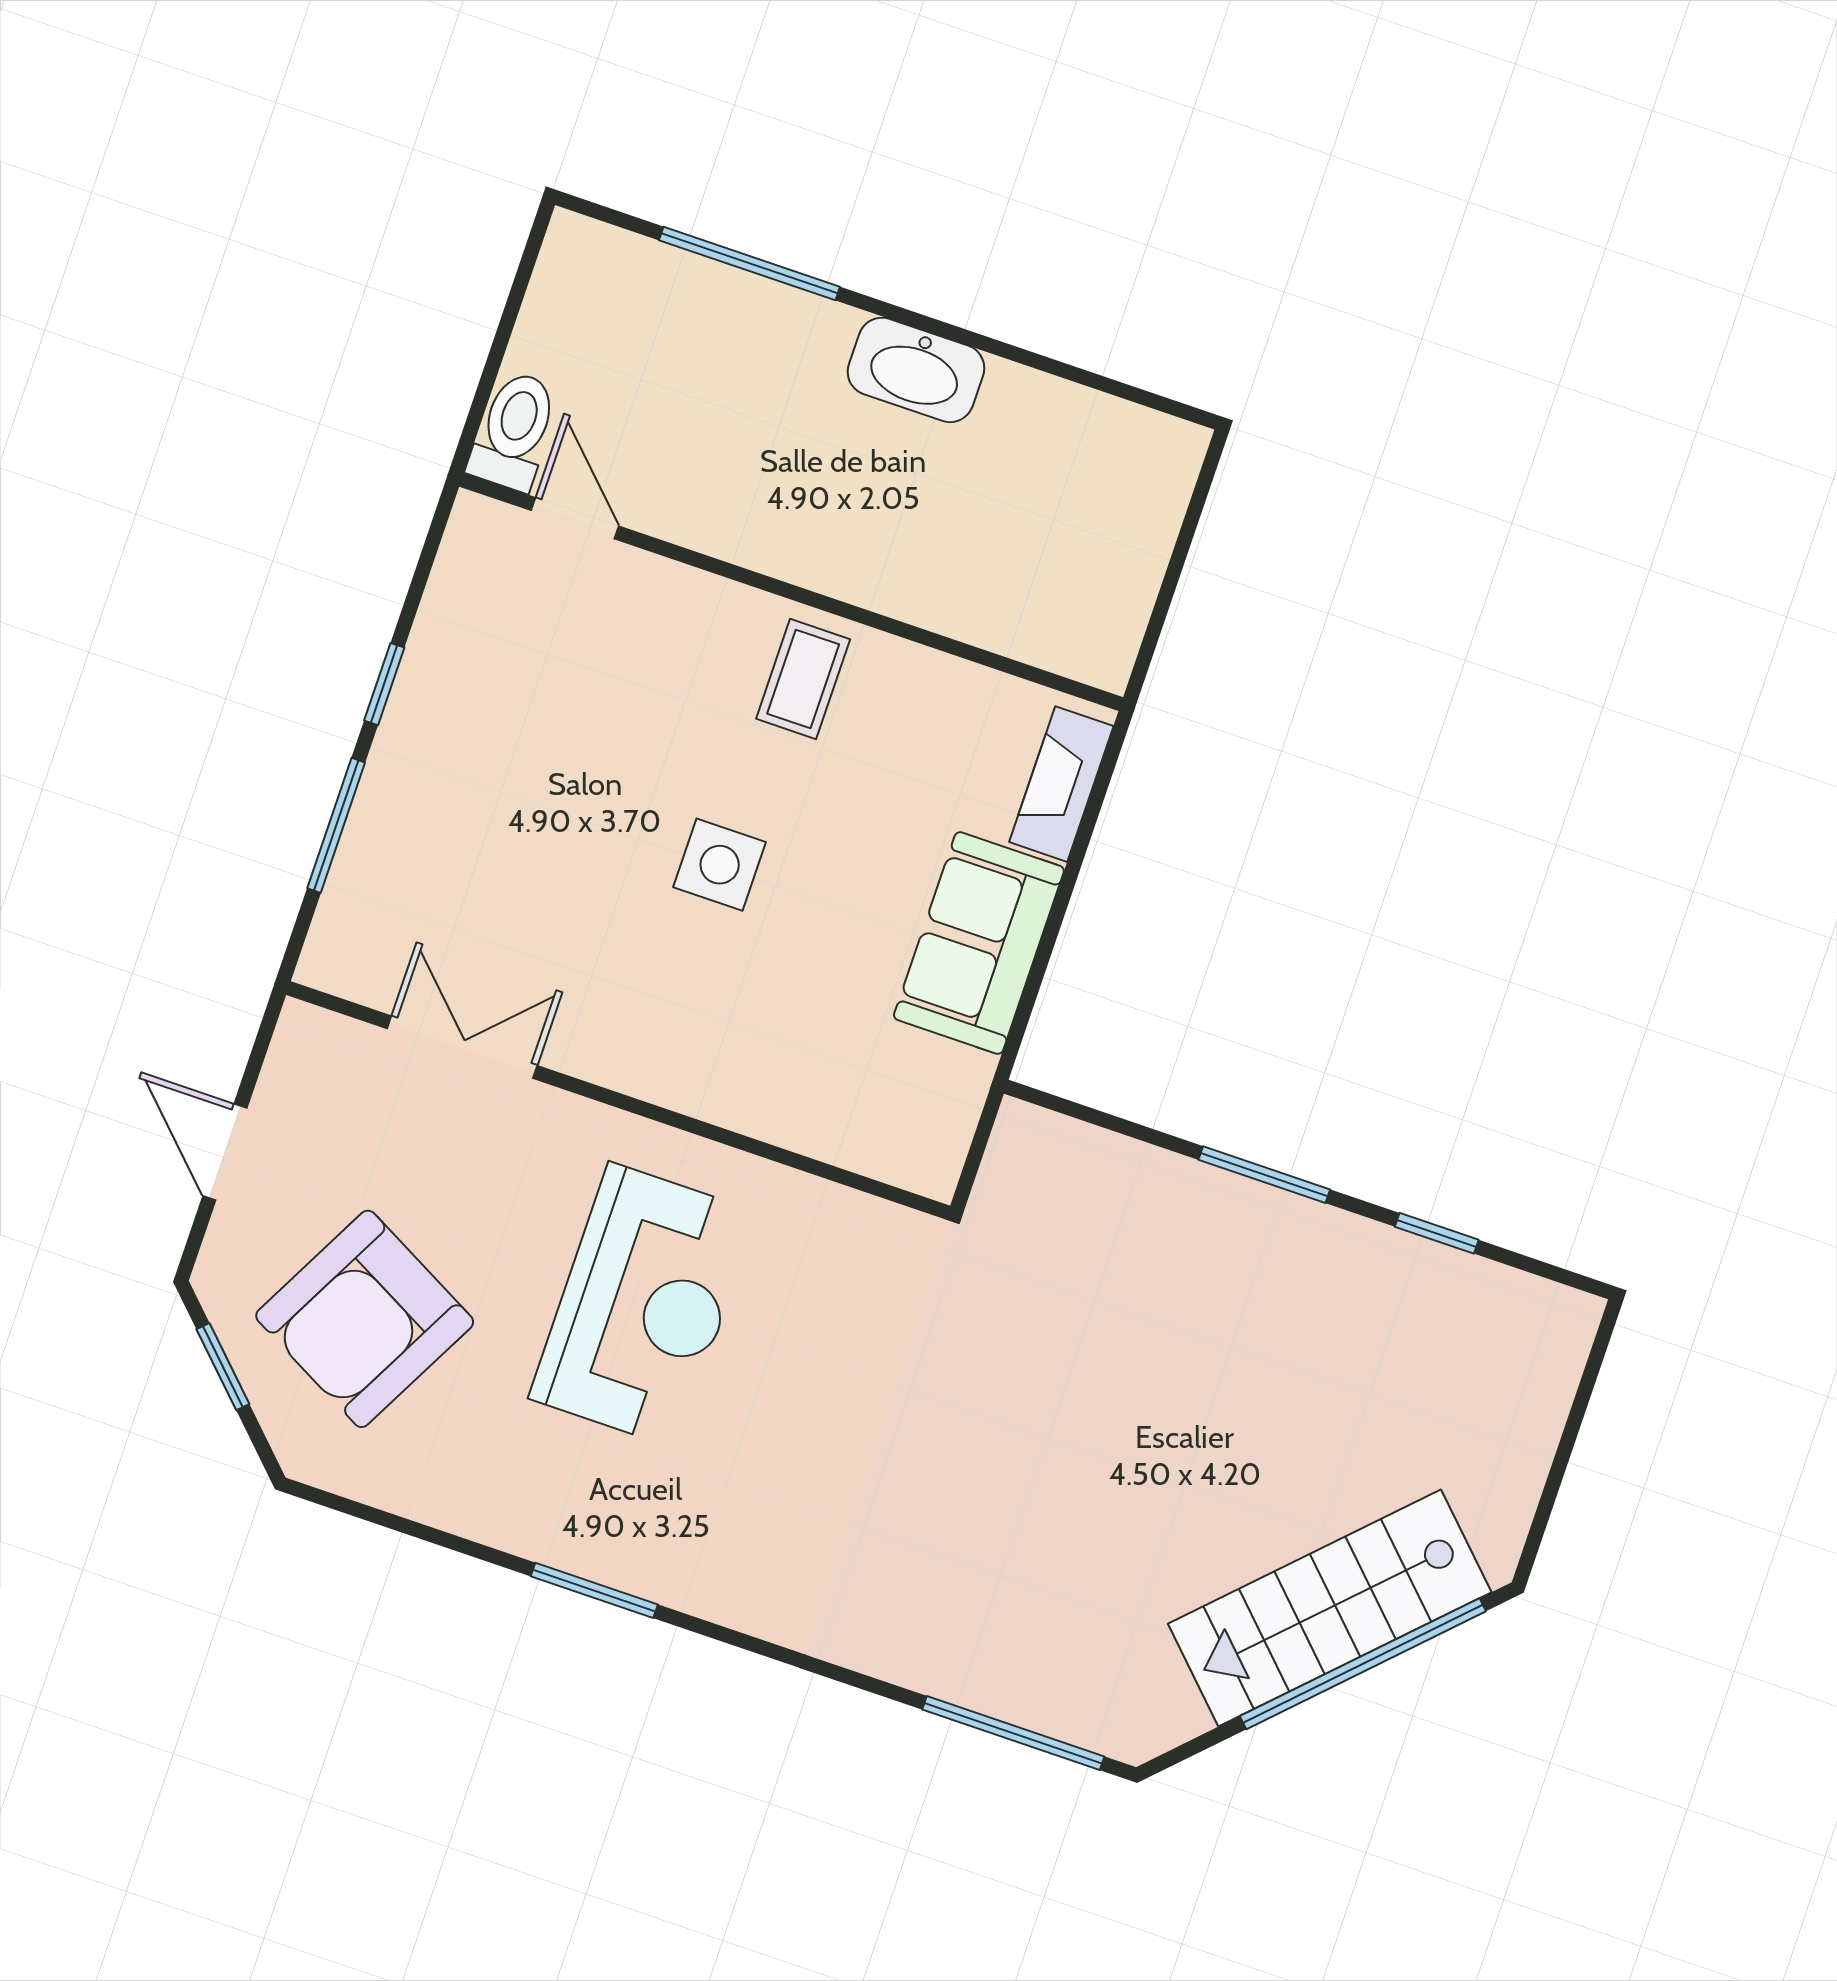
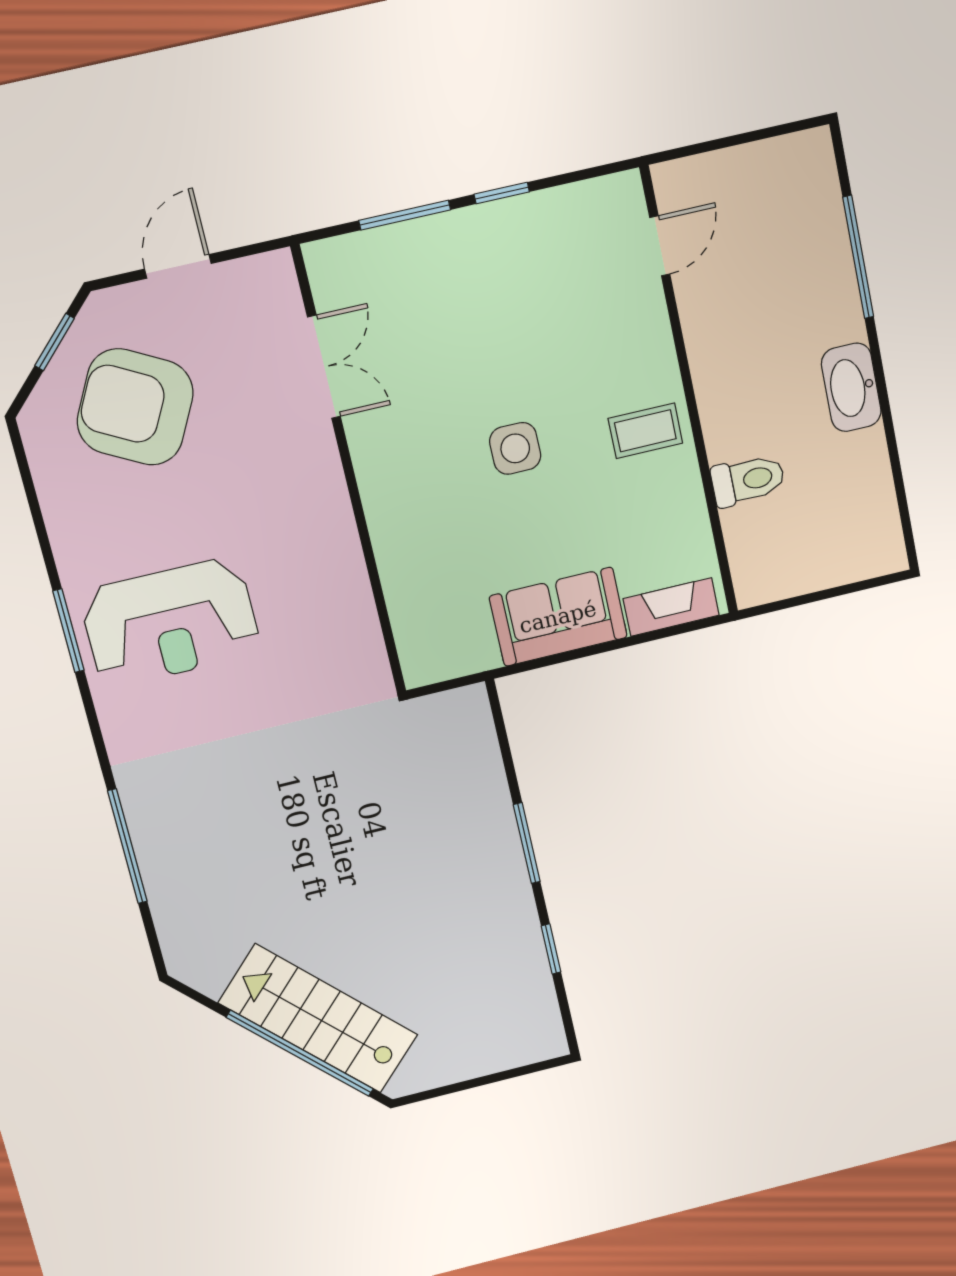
toilet: (514, 431) -> (748, 480), moved
reception desk: (643, 1305) -> (170, 622), moved
window: (1013, 1733) -> (127, 846), moved

